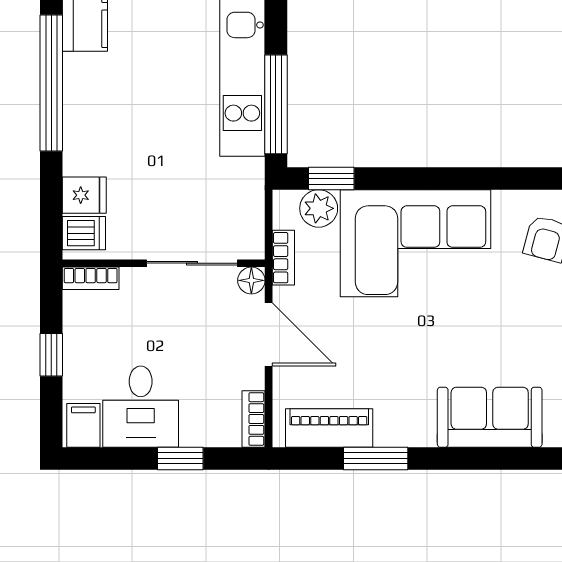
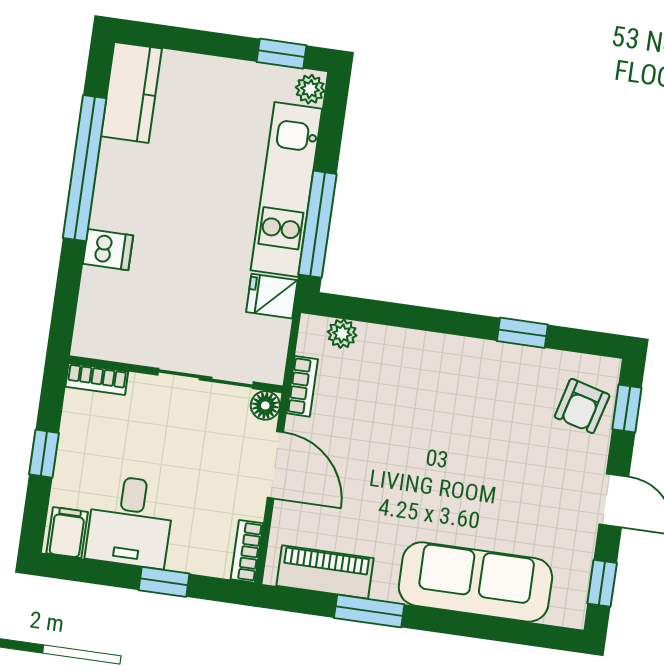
window: (331, 179) -> (522, 333), moved
fridge: (84, 195) -> (272, 296), moved, turned 180
plant: (319, 208) -> (342, 334), width x0.73, depth x0.73
dishwasher: (84, 233) -> (108, 250), moved
corner sofa: (416, 243) -> (443, 391), removed
sofa: (490, 417) -> (475, 582), width x1.36

